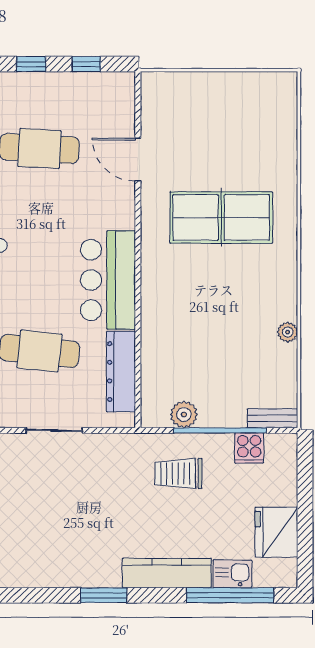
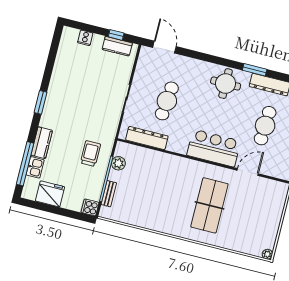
bar counter: (108, 280) -> (214, 148), moved
plant: (288, 332) -> (267, 254), moved
bench: (272, 418) -> (109, 194), moved
cooker: (249, 448) -> (90, 207), moved
kitchen counter: (167, 573) -> (42, 143), width x0.67

